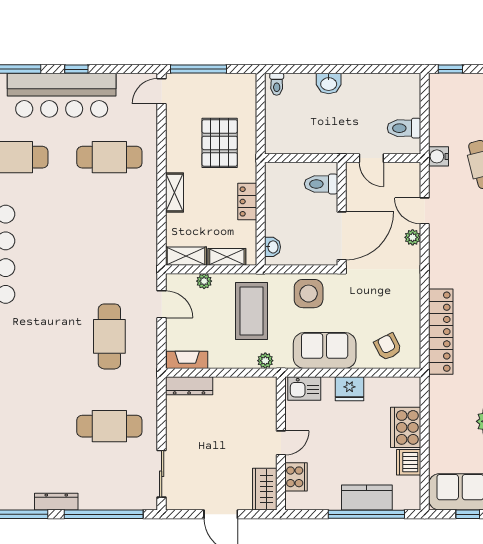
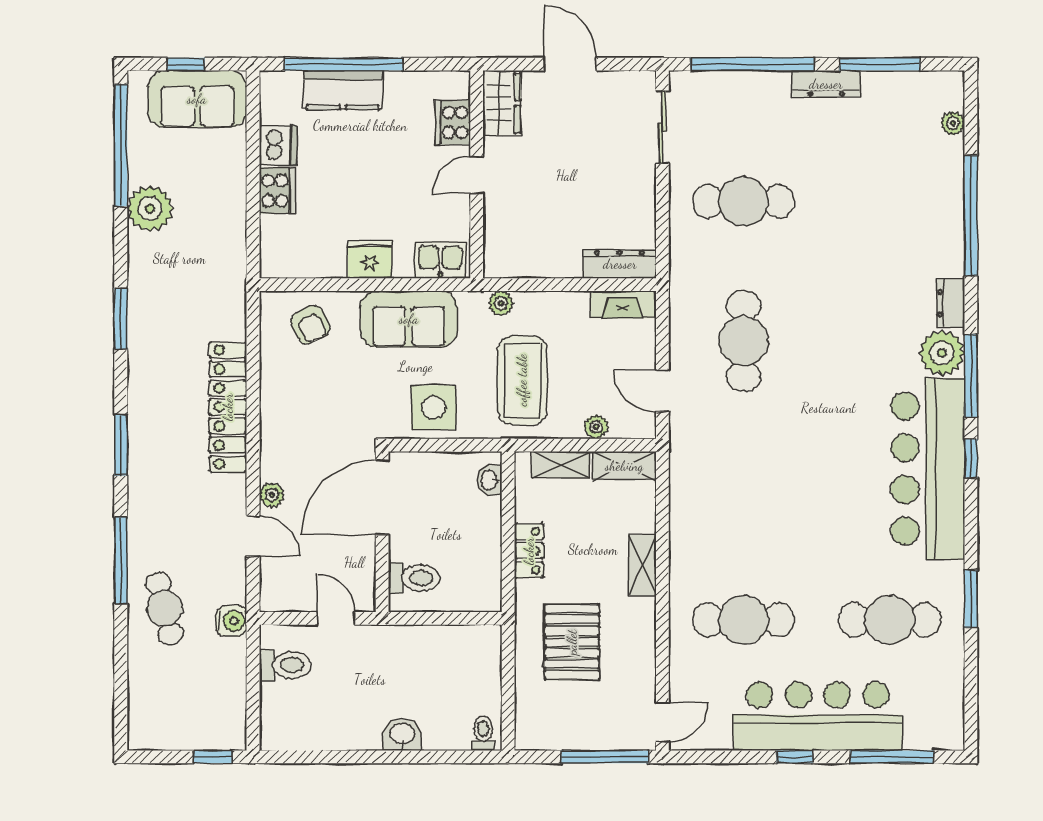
locker: (441, 332) -> (228, 407), moved
cooker: (406, 427) -> (277, 191), width x0.73, depth x0.76

